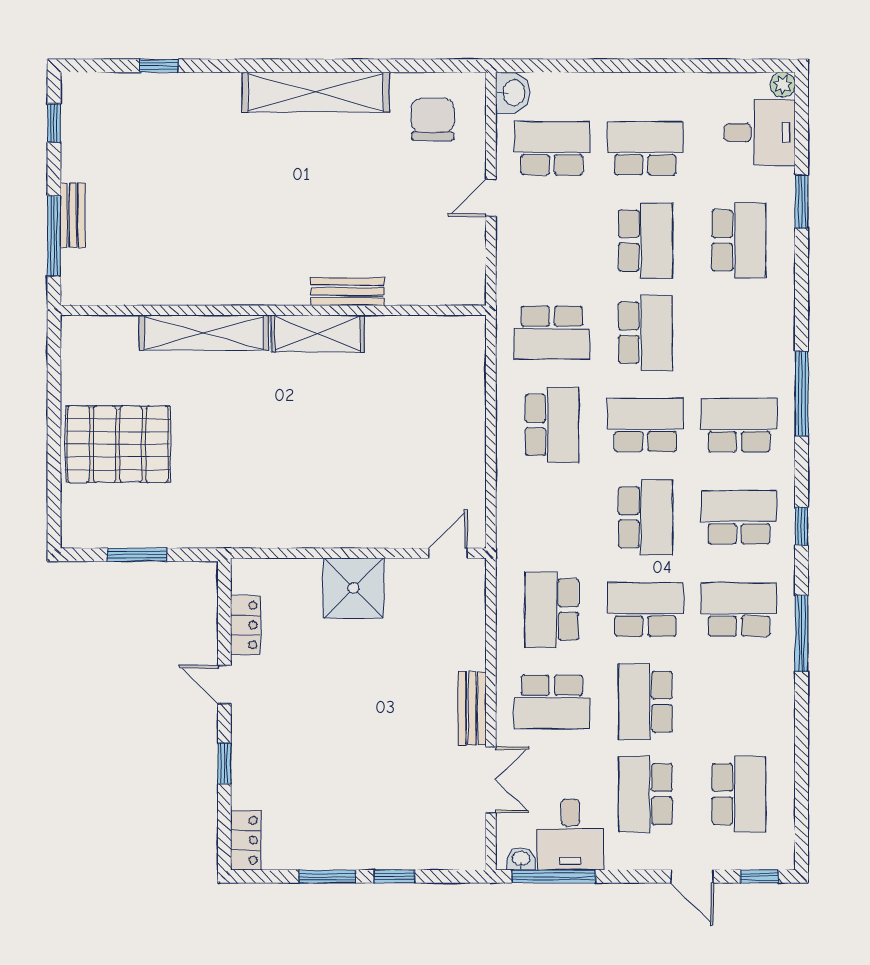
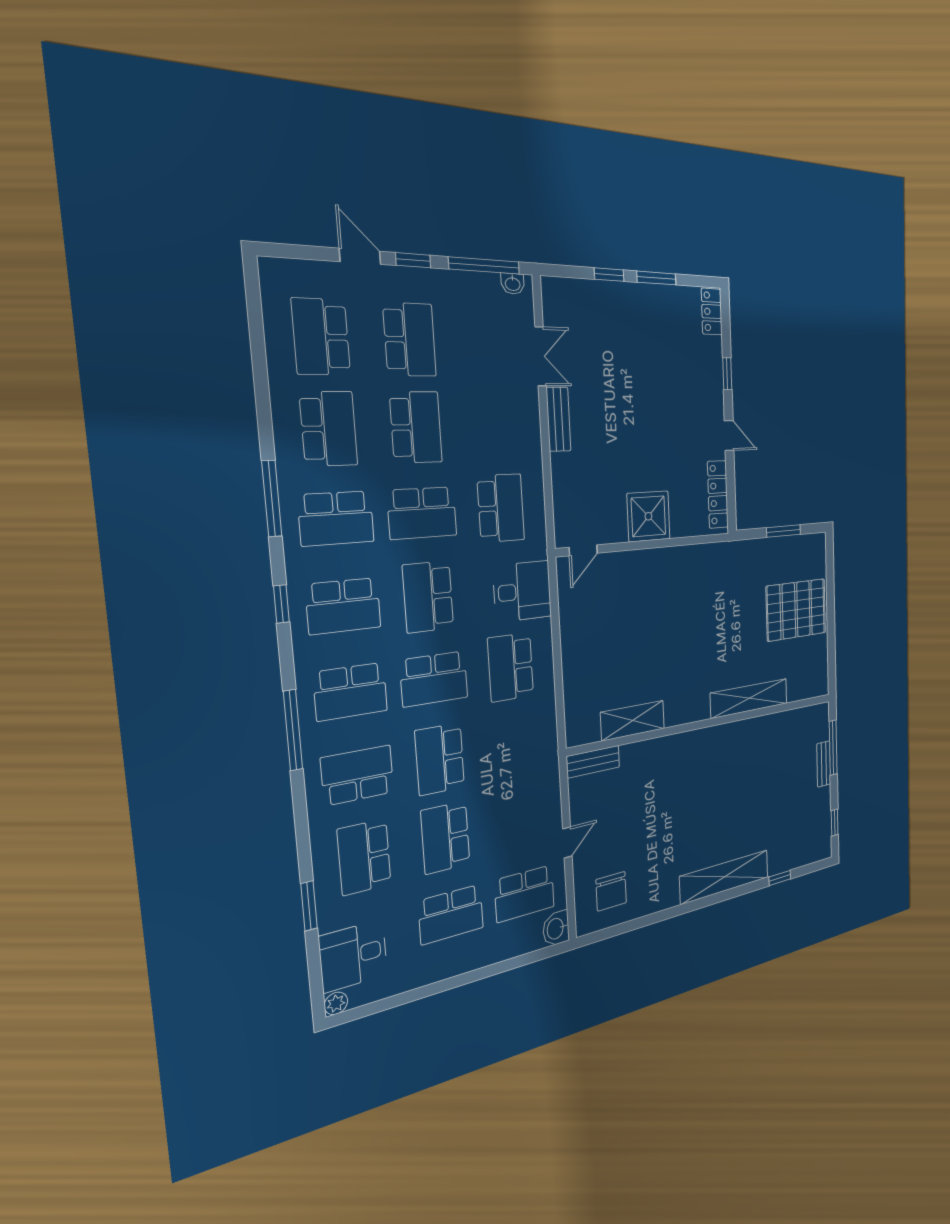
shelving: (316, 92) -> (725, 877), moved
bench: (347, 292) -> (593, 762), moved
shelving: (317, 333) -> (633, 721), moved
school desk: (552, 333) -> (358, 775), moved
locker: (246, 625) -> (718, 495), width x1.53
school desk: (552, 702) -> (329, 429), moved, turned 90
double door: (491, 780) -> (541, 356), swing flipped
desk: (570, 834) -> (522, 591), moved, turned 90
window: (759, 876) -> (413, 260), moved

